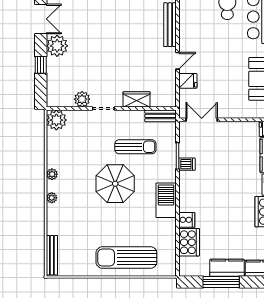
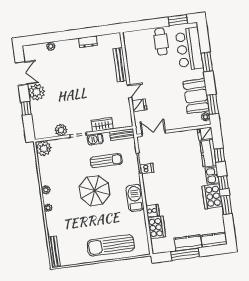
barbecue: (125, 117) -> (95, 139), added

